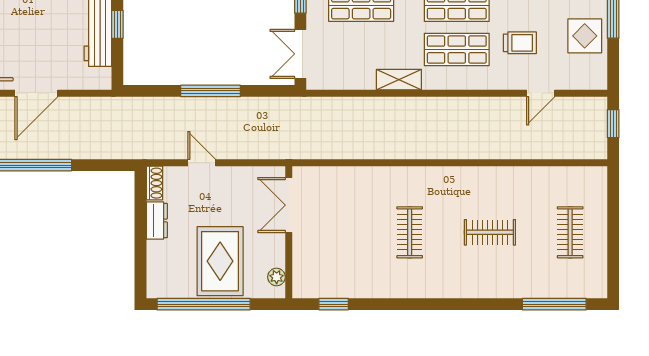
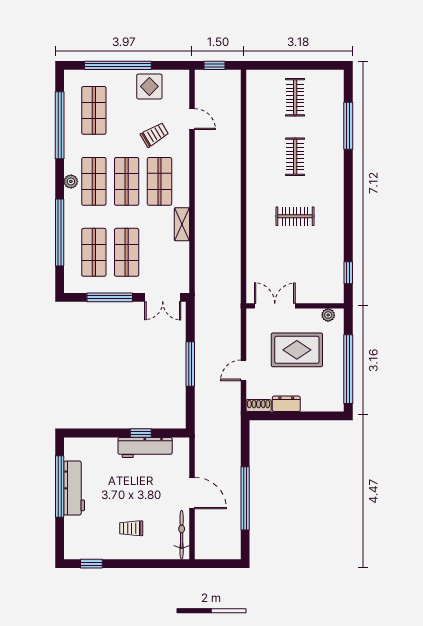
trolley: (520, 43) -> (155, 135), turned 59
double door: (289, 205) -> (275, 306), swing flipped
clothes rail: (570, 232) -> (295, 97), turned 90
rug: (220, 261) -> (297, 350), moved
window: (554, 304) -> (348, 126), moved

